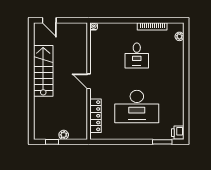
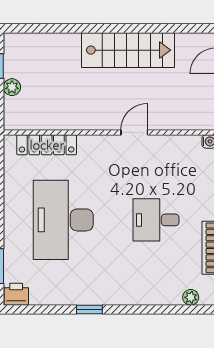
door: (89, 81) -> (134, 132), moved
window: (186, 92) -> (89, 309), added

